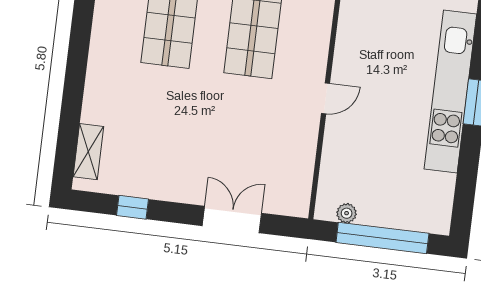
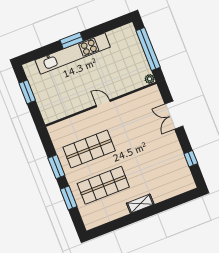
shelving: (88, 152) -> (140, 204), moved
plant: (347, 213) -> (150, 79), moved

